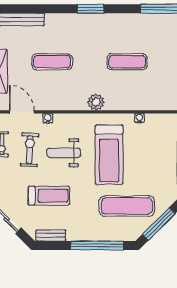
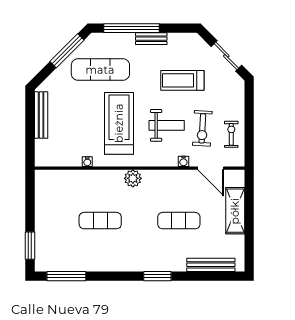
window: (91, 9) -> (157, 276), moved
bench: (51, 235) -> (151, 39), moved

